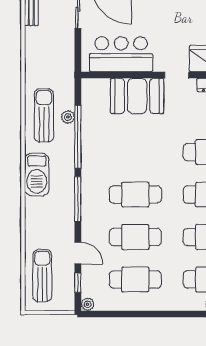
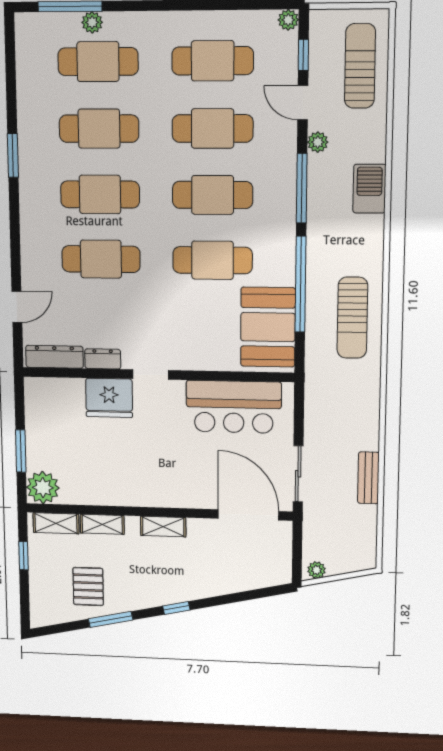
booth: (137, 96) -> (268, 327), moved, turned 90
plant: (68, 117) -> (318, 142), moved
cafe table: (135, 152) -> (213, 260), added
barbecue: (37, 175) -> (369, 189), moved, width x0.73, depth x0.83
sun lounger: (42, 276) -> (360, 66), turned 180

